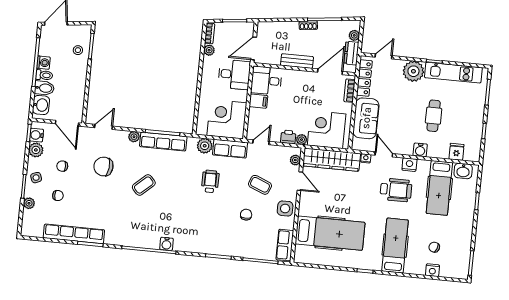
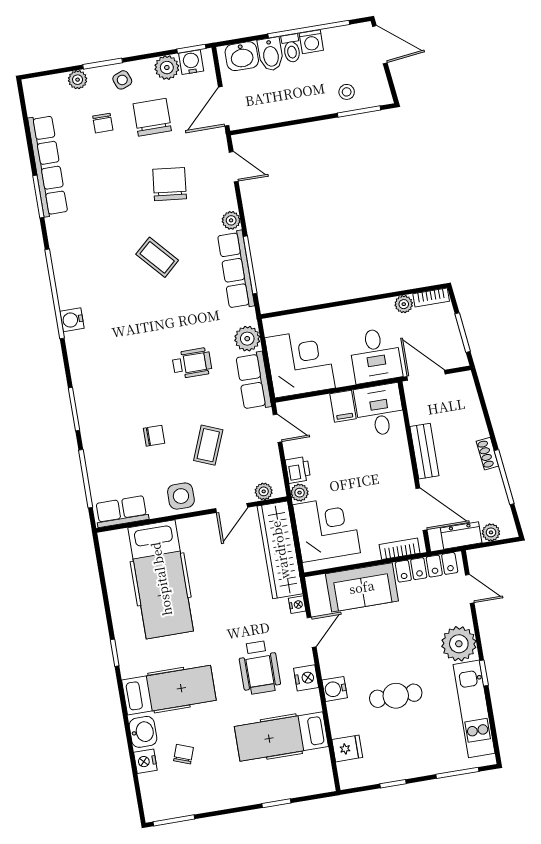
chair: (62, 166) -> (152, 117), width x1.87, depth x1.87
washbasin: (463, 171) -> (143, 732), moved, turned 180

